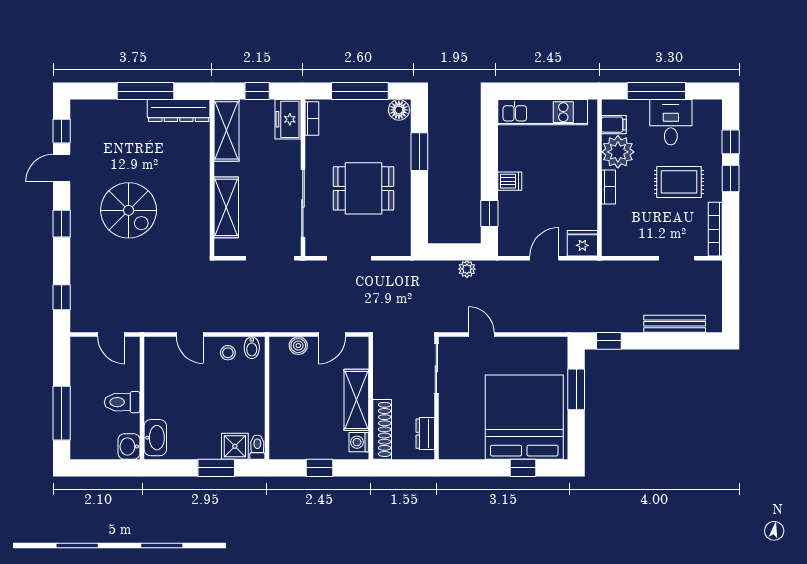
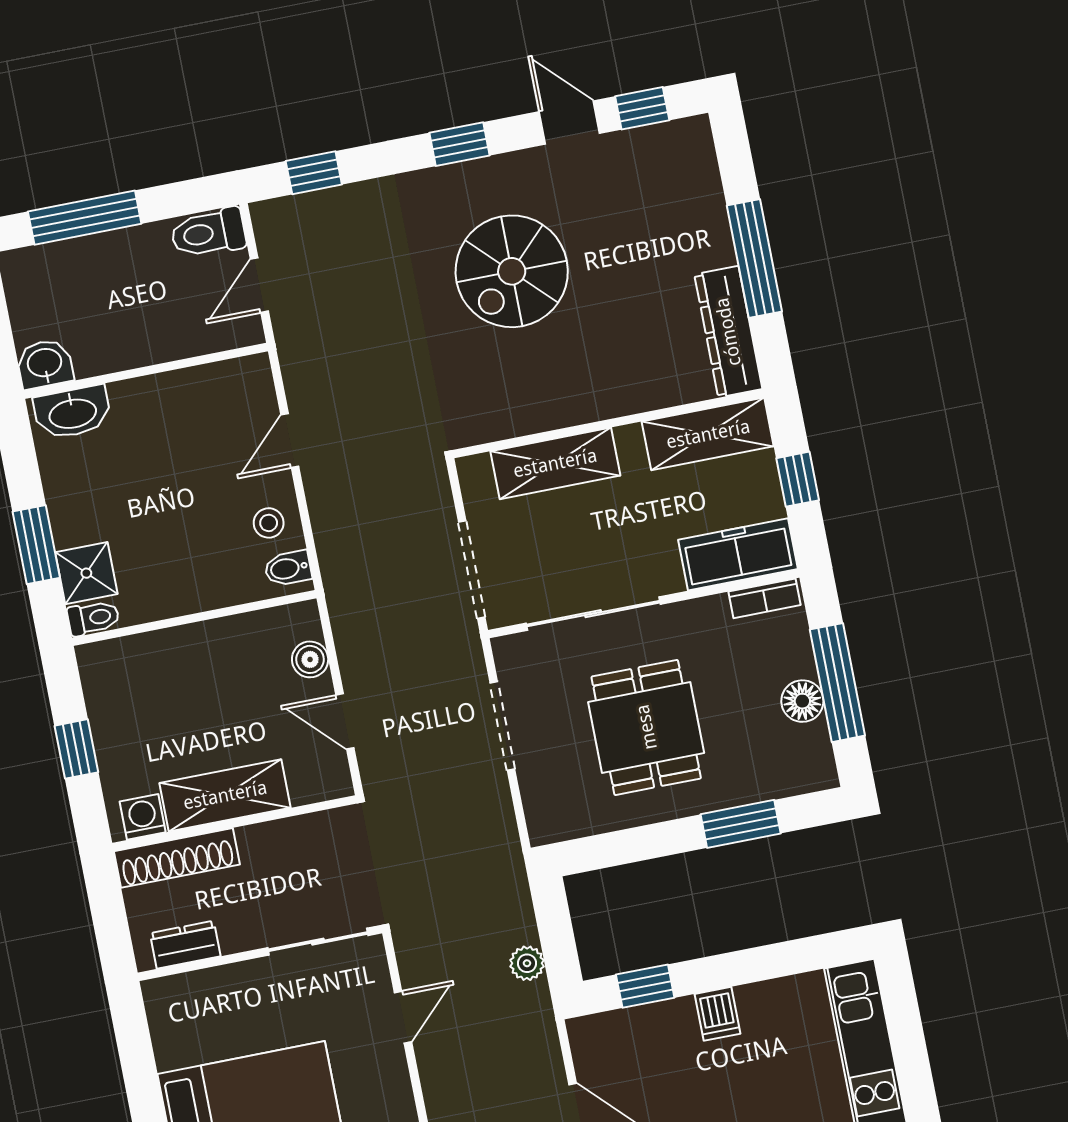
floor lamp: (399, 110) -> (802, 701), moved
freezer: (288, 119) -> (738, 554), width x1.40
toilet: (122, 402) -> (208, 233), moved, turned -90

